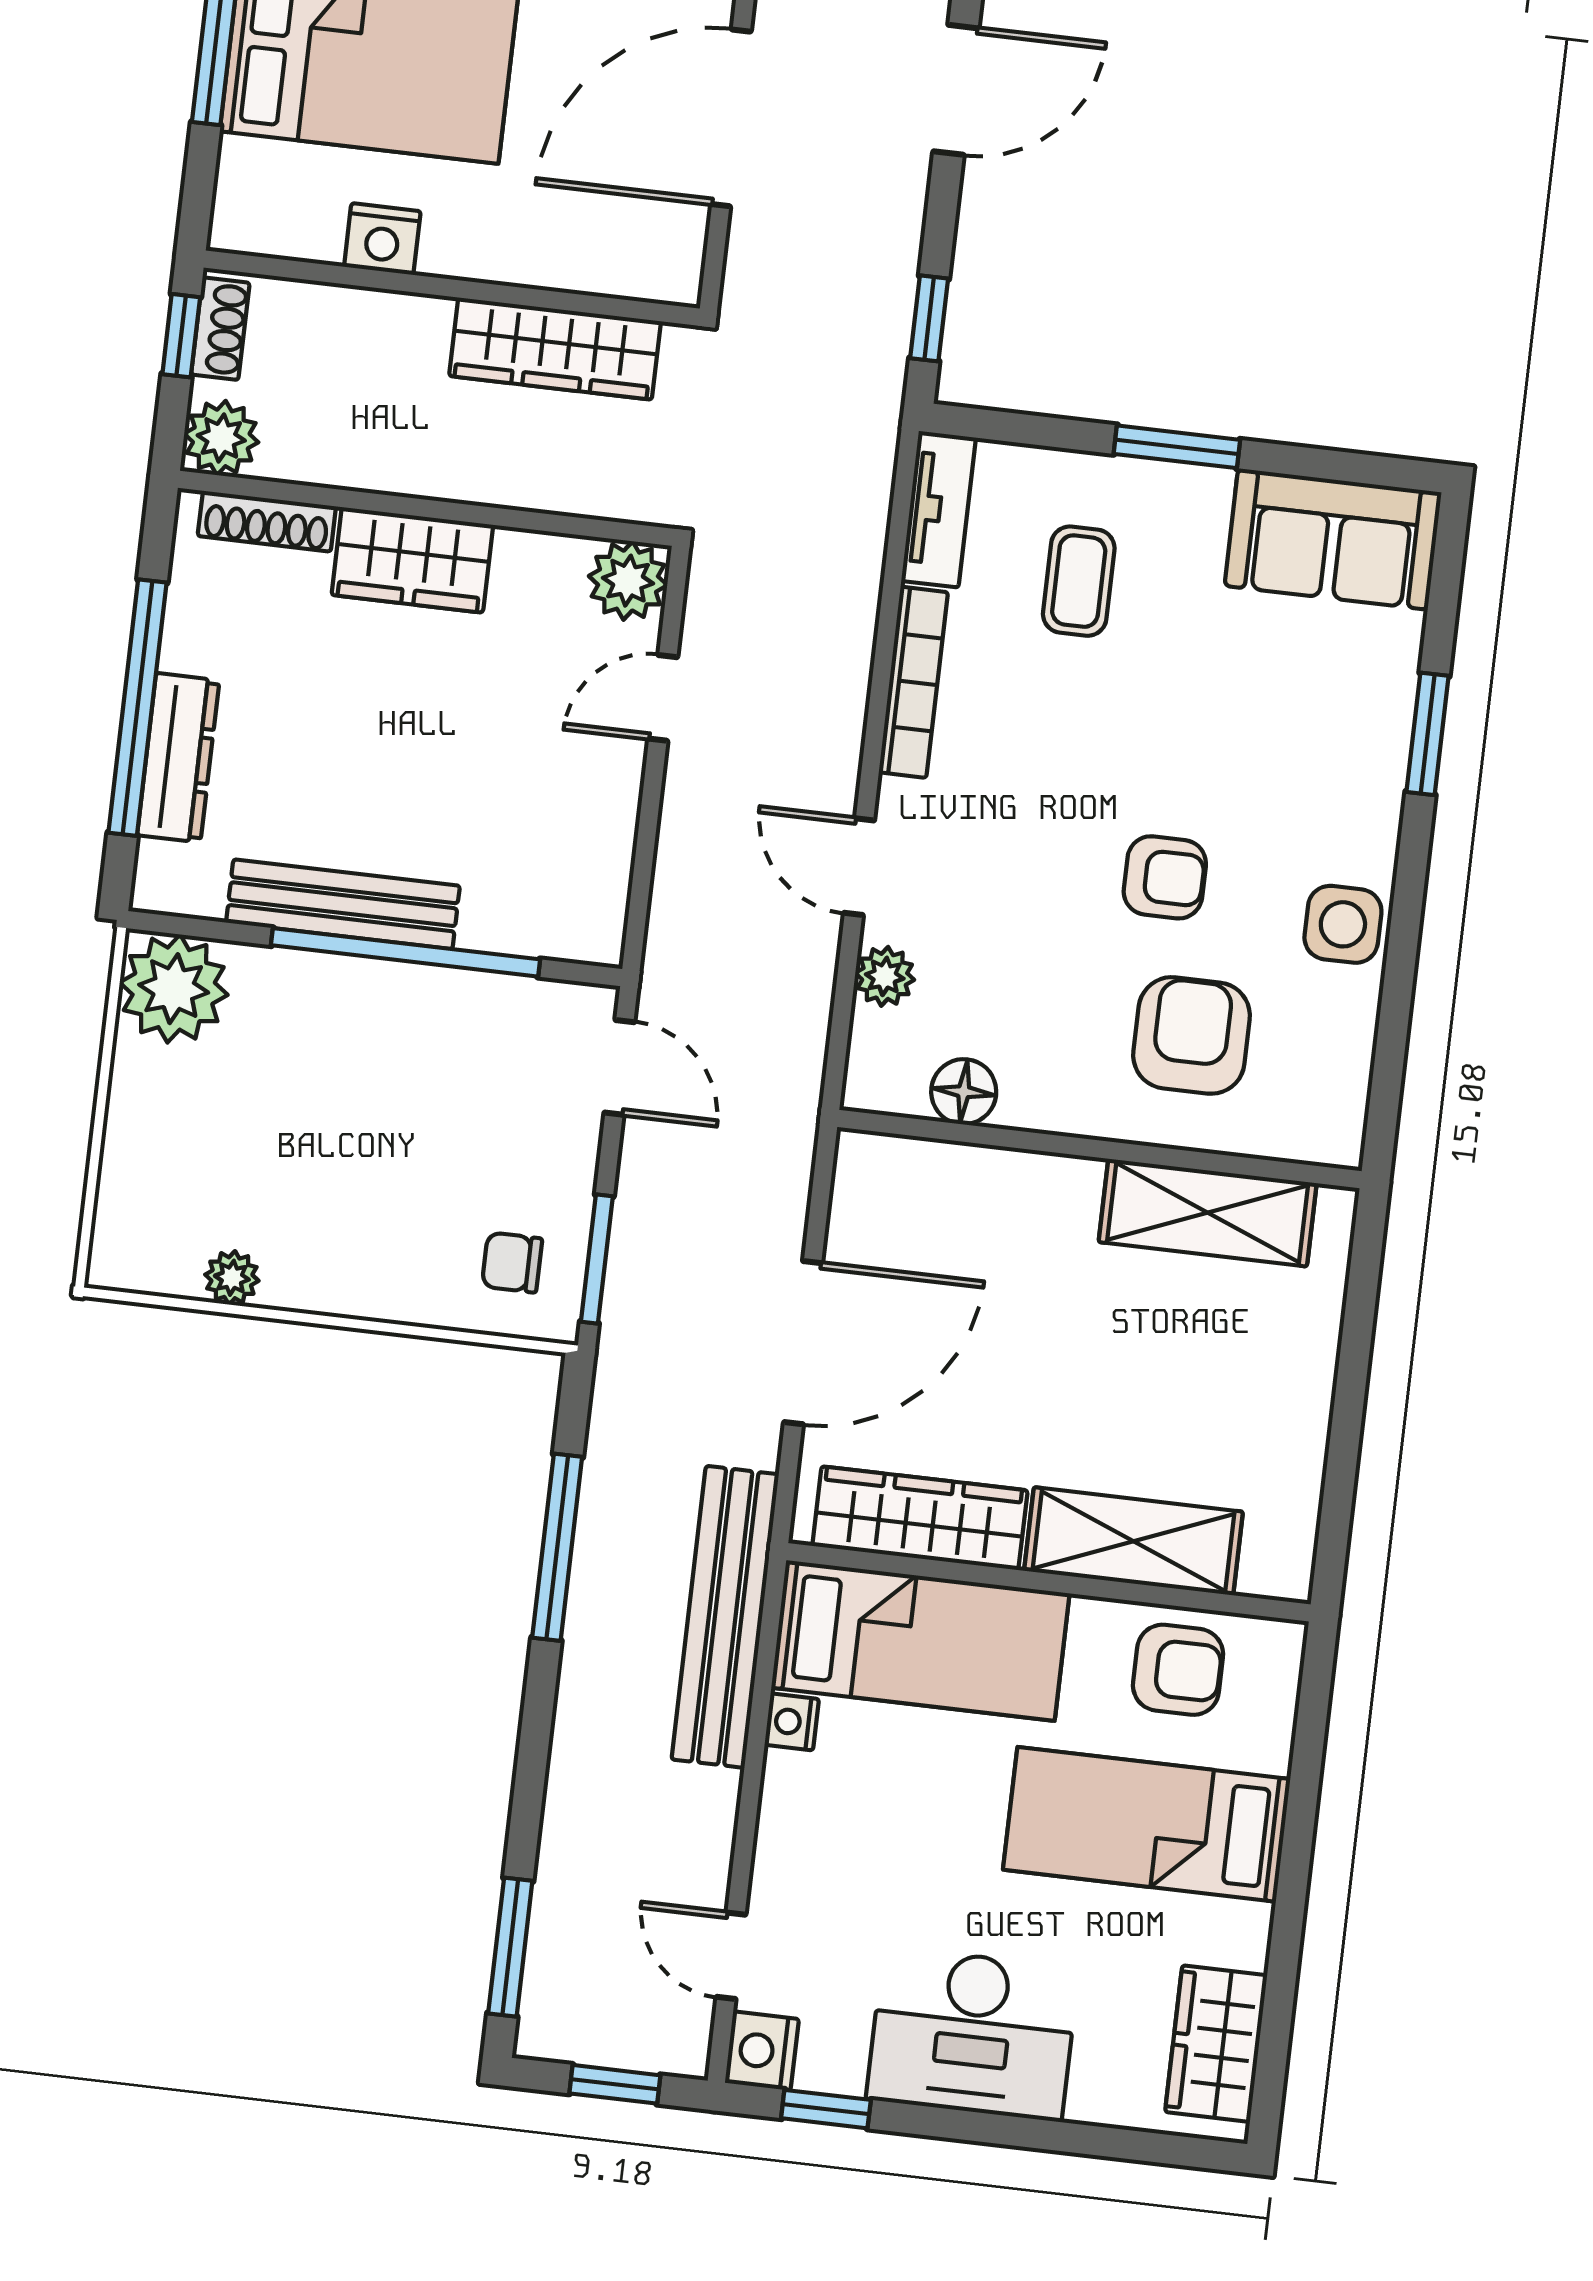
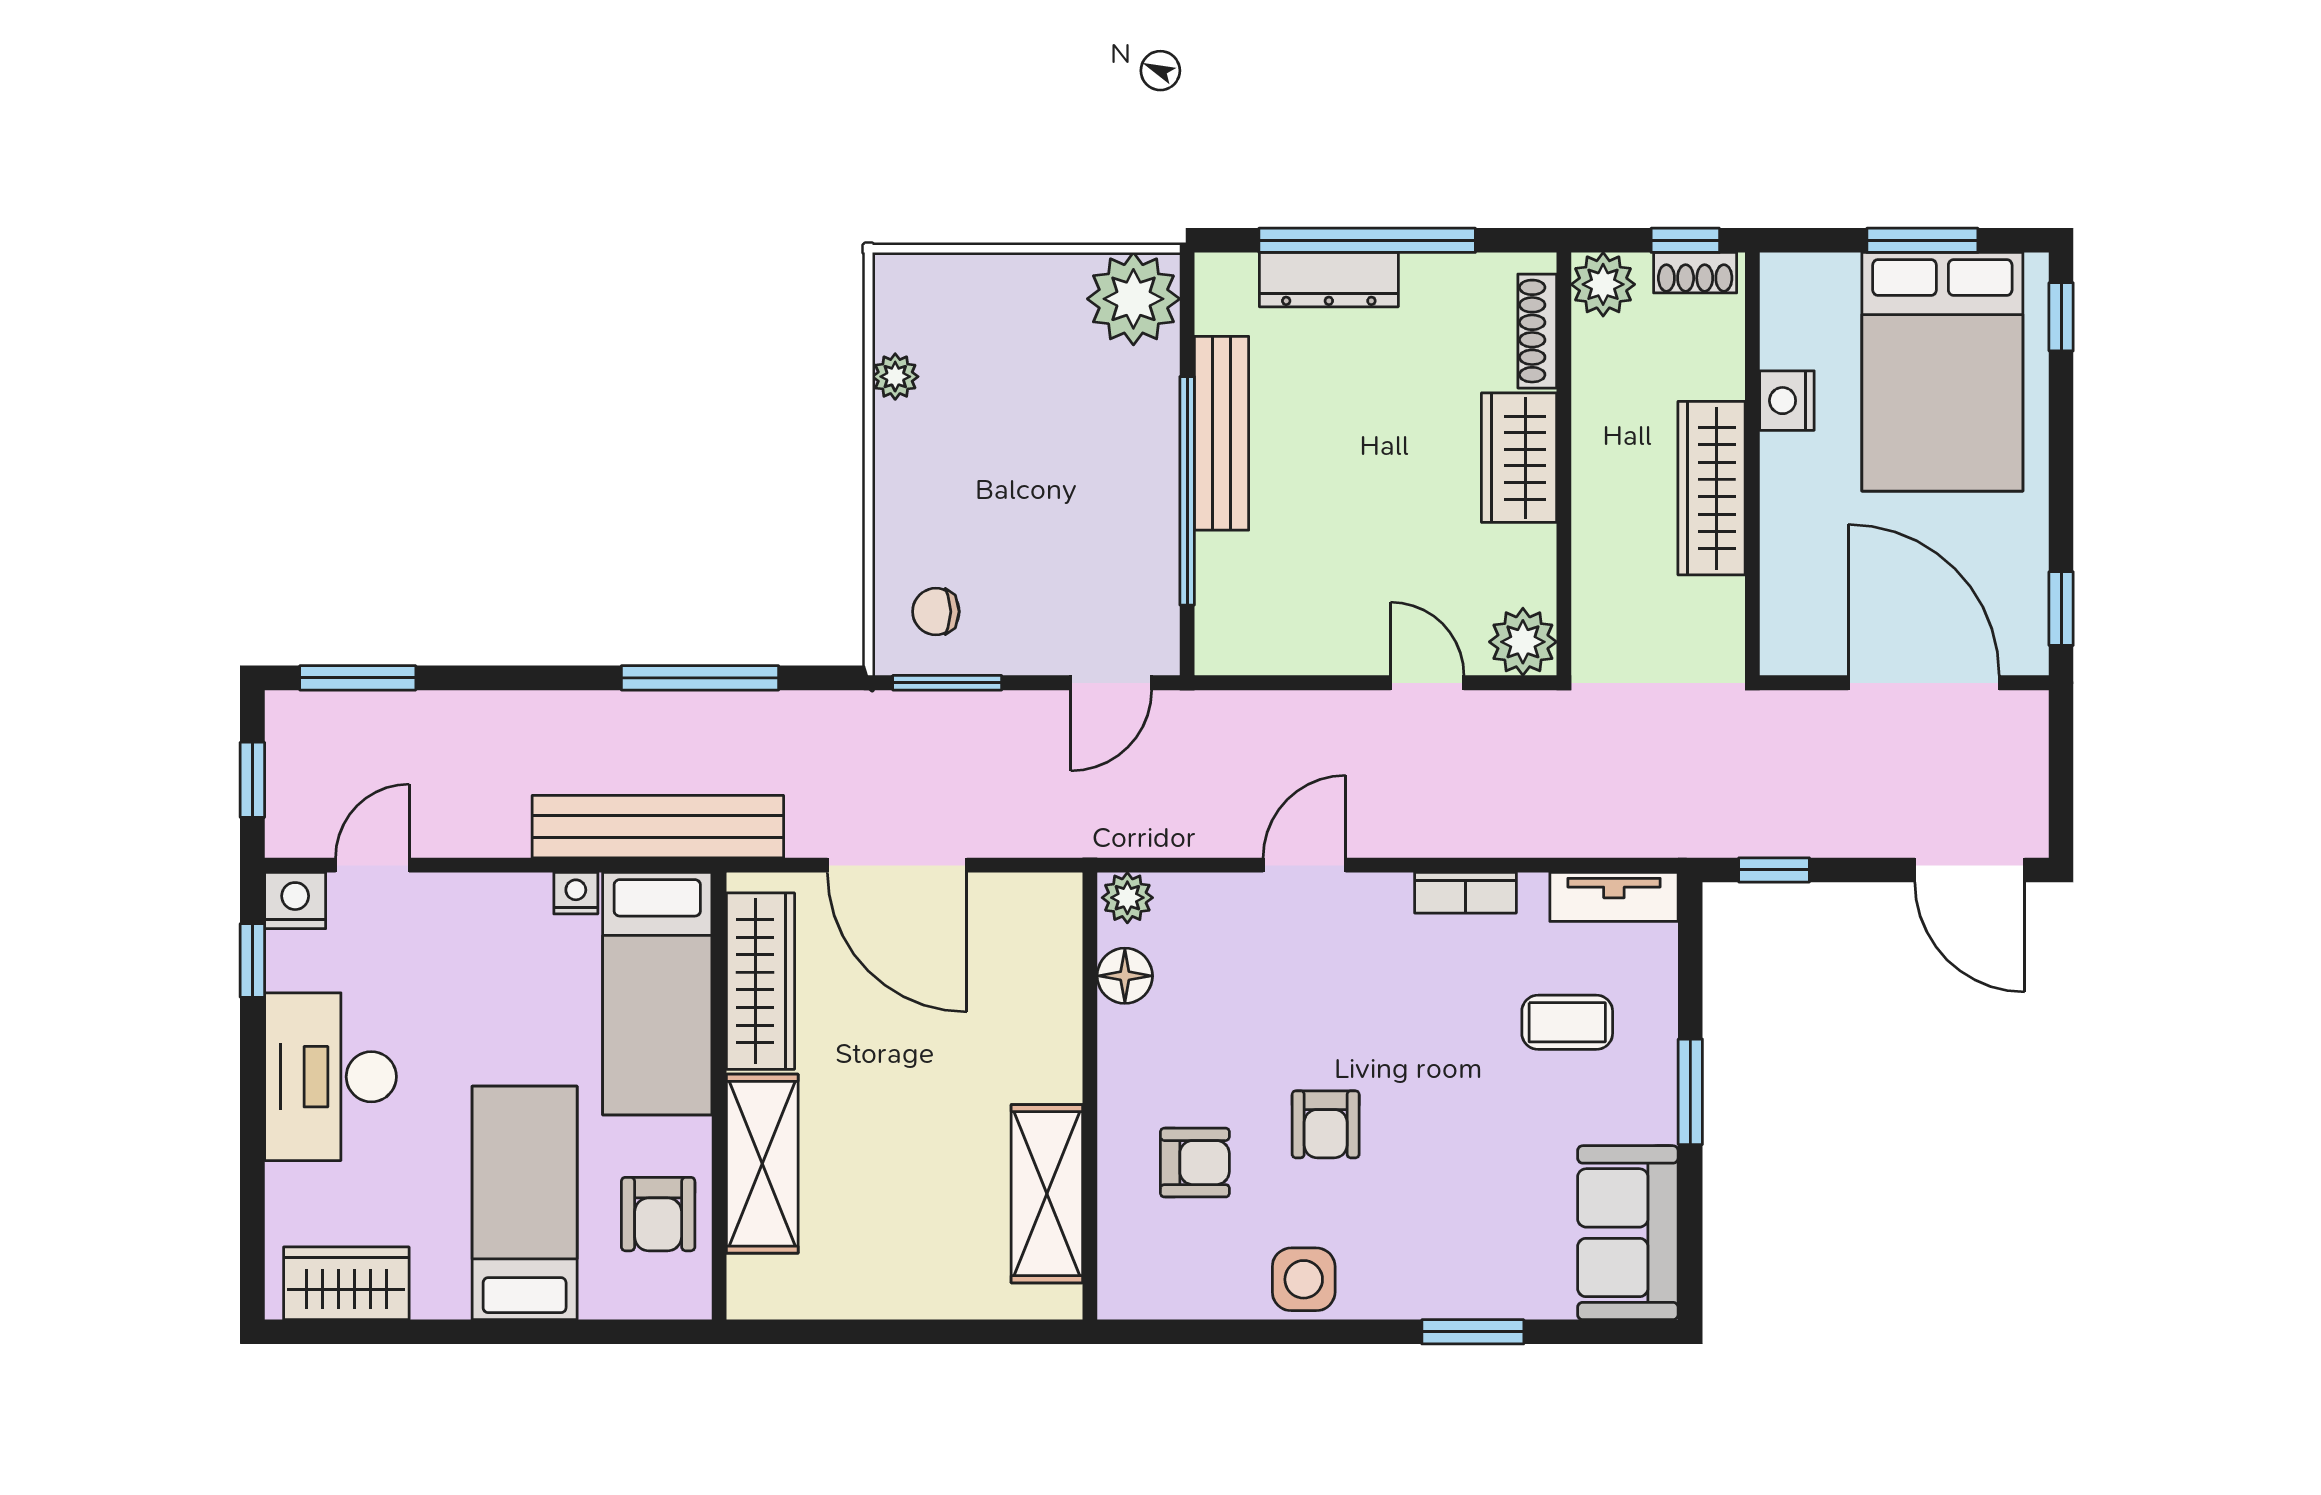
wardrobe: (555, 349) -> (1711, 488), moved
bookcase: (913, 682) -> (1465, 893), width x0.64
plant: (885, 976) -> (1127, 898), moved
armchair: (1192, 1035) -> (1195, 1163), width x0.72, depth x0.72
chair: (512, 1262) -> (936, 612), turned -90

